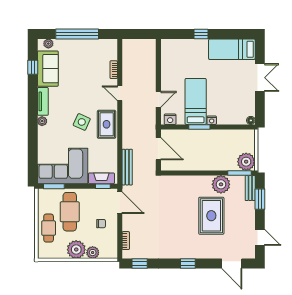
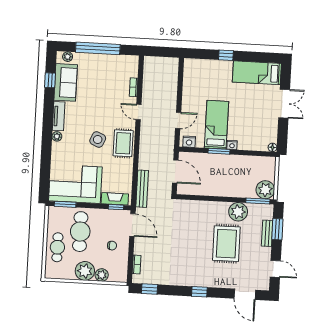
bench: (250, 188) -> (267, 233), moved

